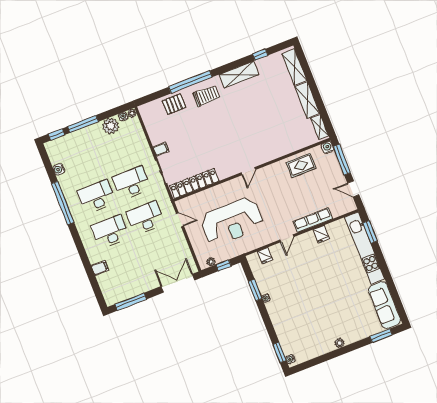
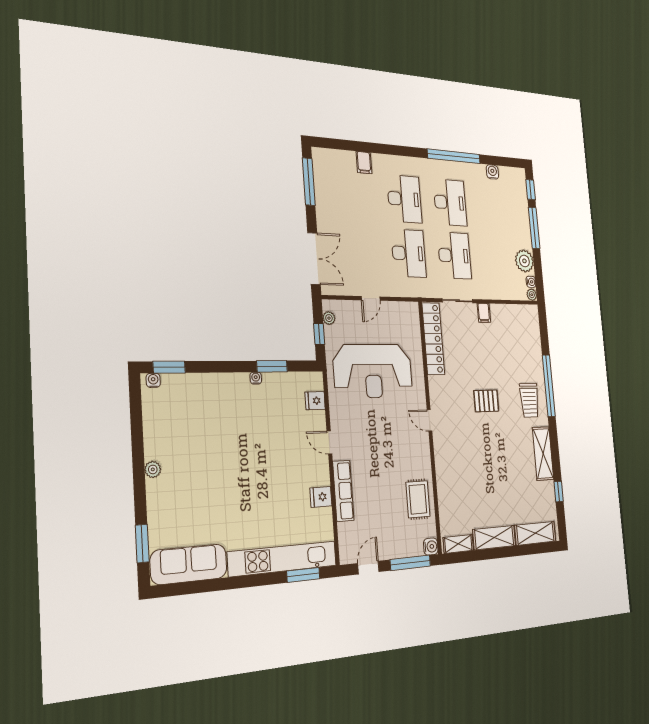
pallet: (174, 104) -> (486, 401), moved, turned 90
door: (180, 220) -> (371, 298), moved
reception desk: (232, 221) -> (373, 371), turned -90

